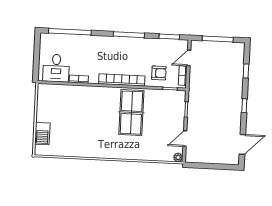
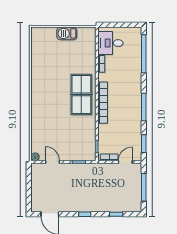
door: (189, 58) -> (125, 162), hinge flipped
armchair: (159, 73) -> (110, 136), removed
table tennis table: (131, 113) -> (81, 94), moved, turned 90
barbecue: (42, 134) -> (67, 33), moved

